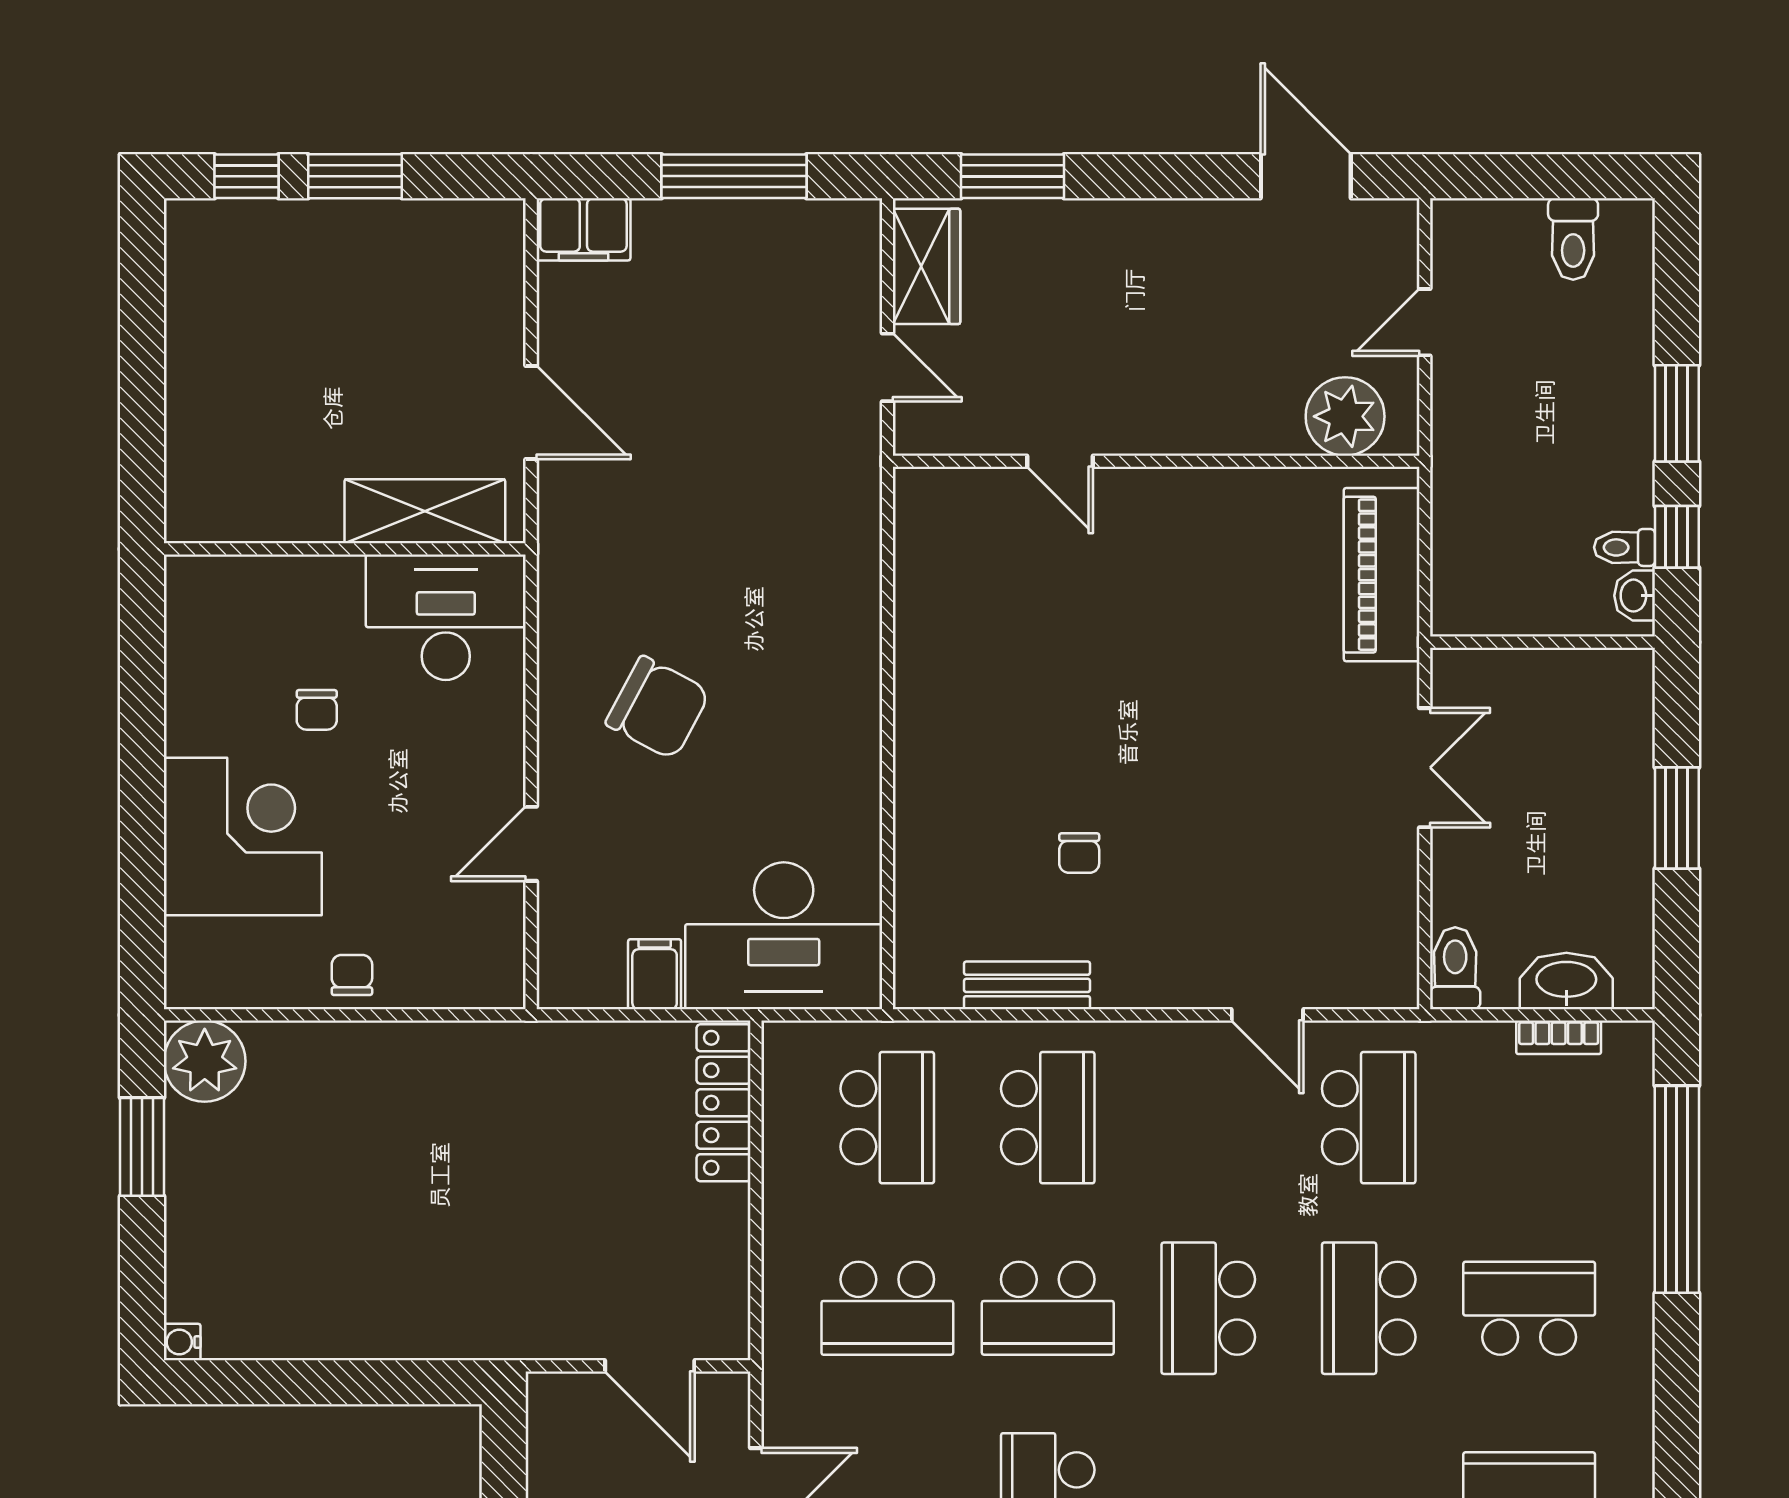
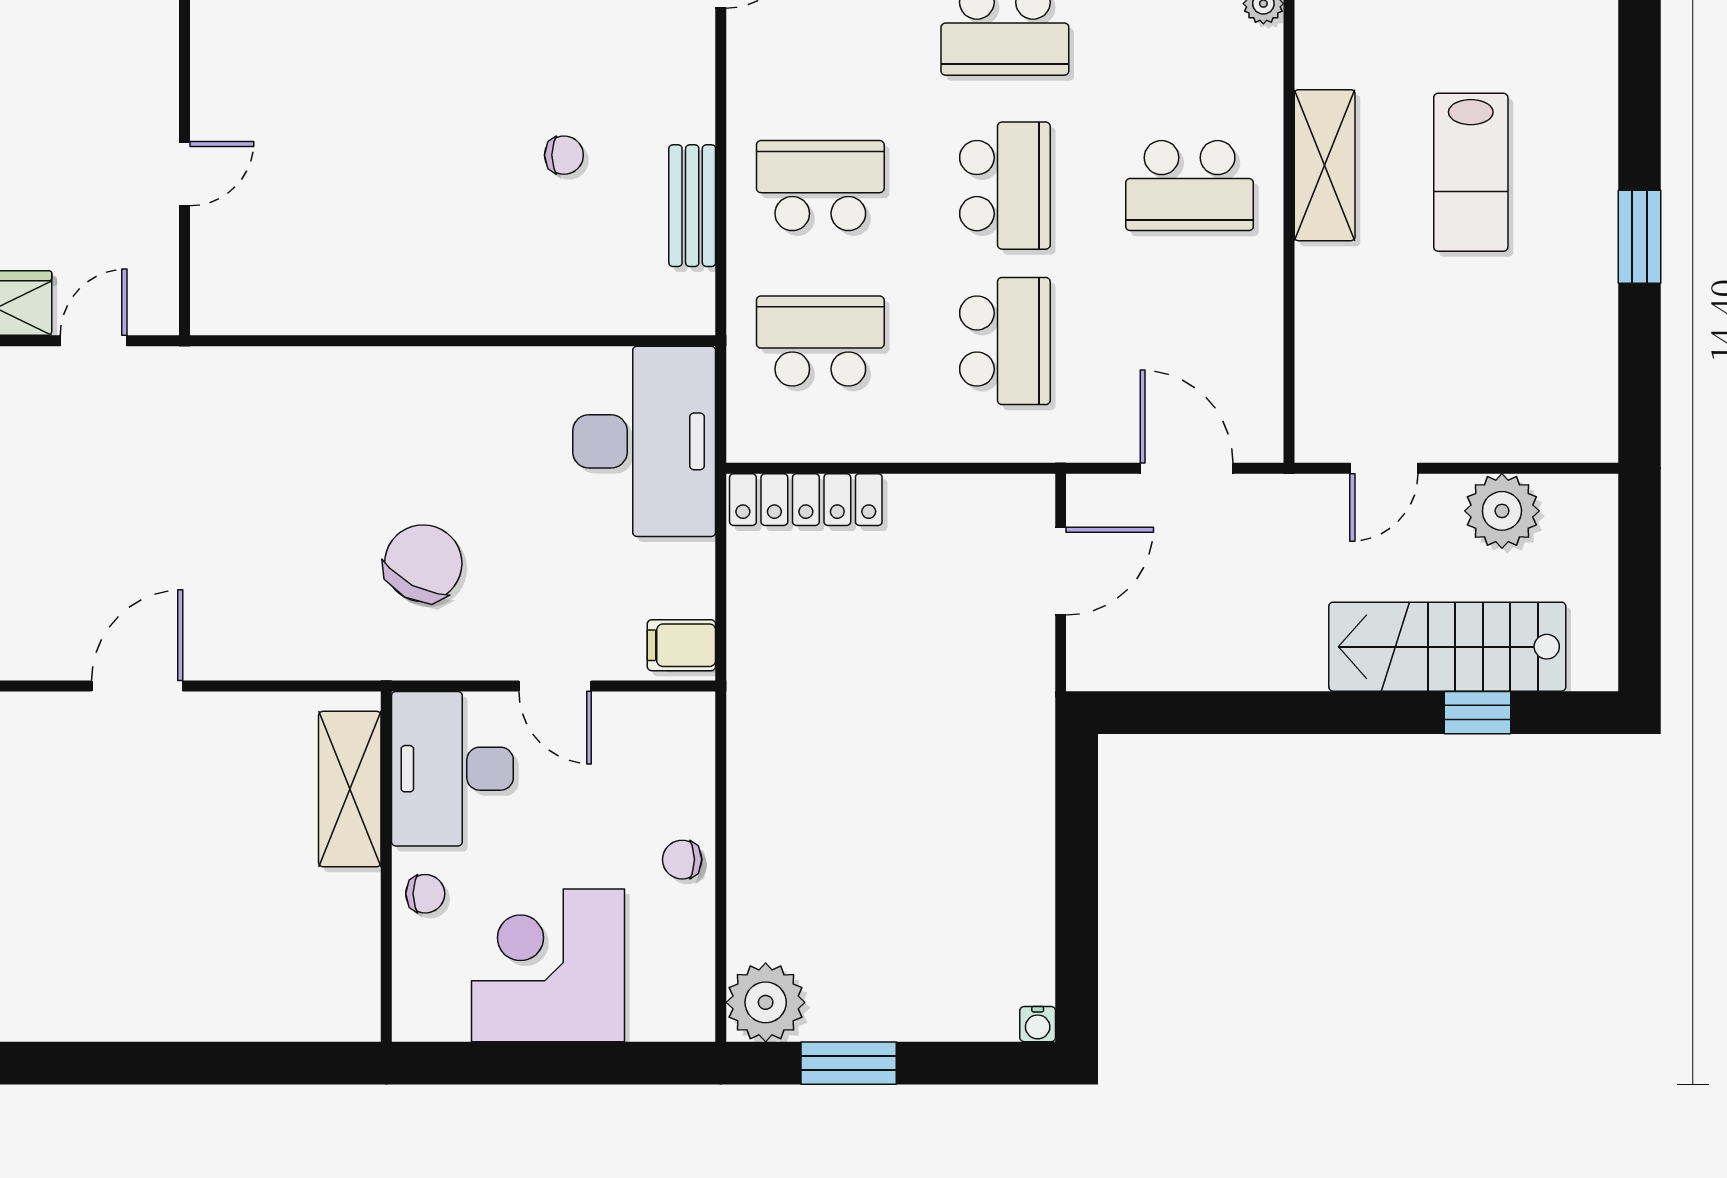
shelving: (425, 511) -> (350, 789), moved
wall: (345, 549) -> (386, 867), moved
desk: (446, 617) -> (452, 769), moved
filing cabinet: (655, 974) -> (681, 645), moved

